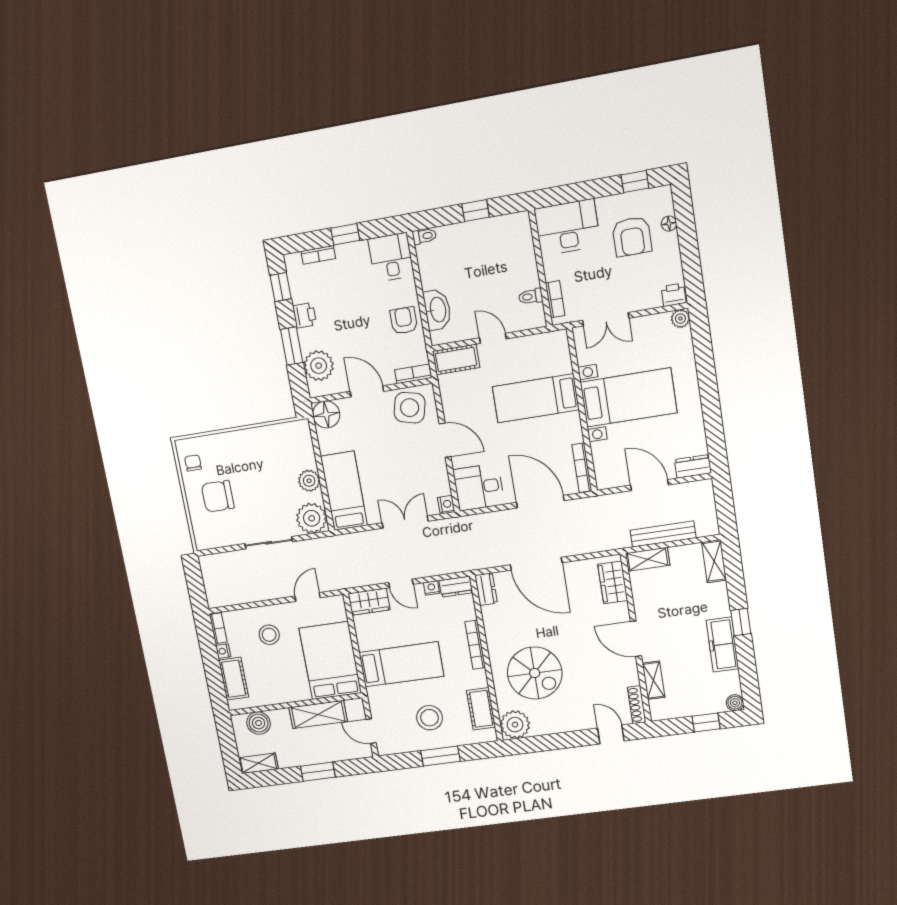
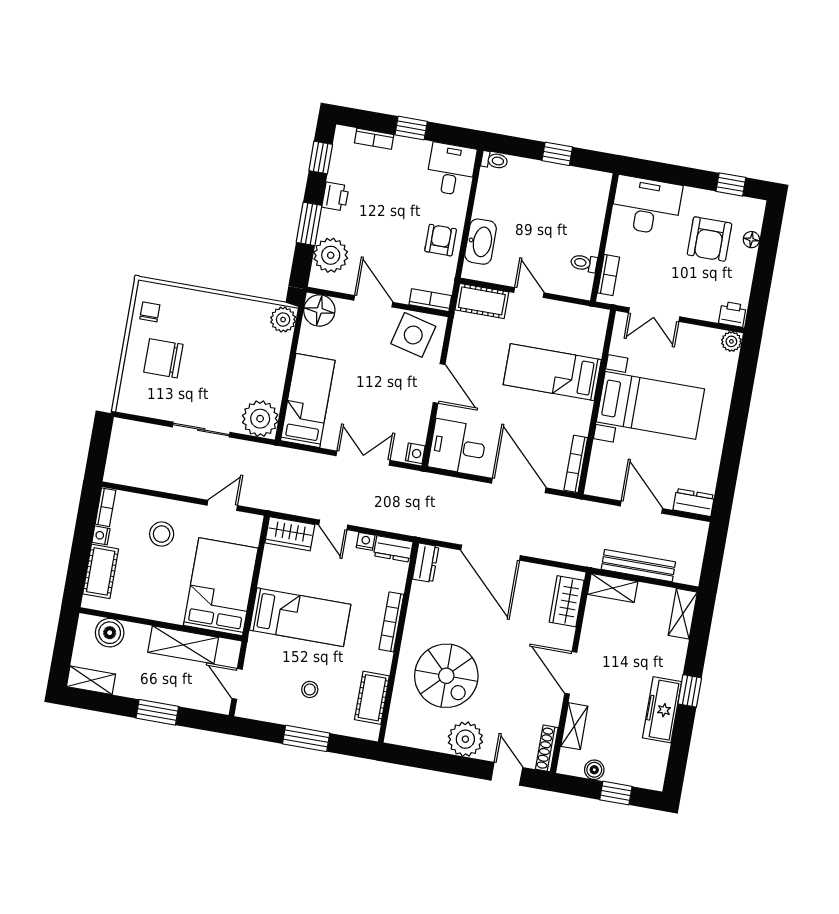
plant: (309, 481) -> (283, 320), moved
boiler: (735, 703) -> (594, 770), moved
stool: (430, 718) -> (310, 689), width x0.53, depth x0.53
plant: (515, 725) -> (465, 739), moved

